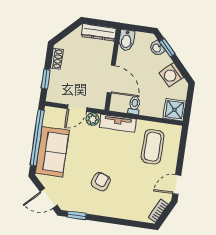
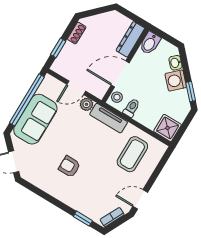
dresser: (99, 32) -> (130, 39), moved, turned 90
window: (167, 48) -> (191, 91), moved
washing machine: (171, 75) -> (176, 81), moved
door: (111, 79) -> (120, 74), swing flipped
stool: (117, 101) -> (117, 97), added
armchair: (101, 182) -> (69, 167), turned -109
window: (77, 215) -> (83, 219), moved

